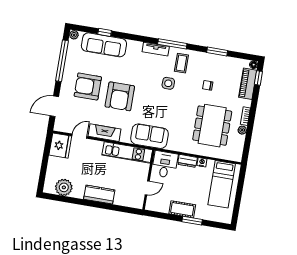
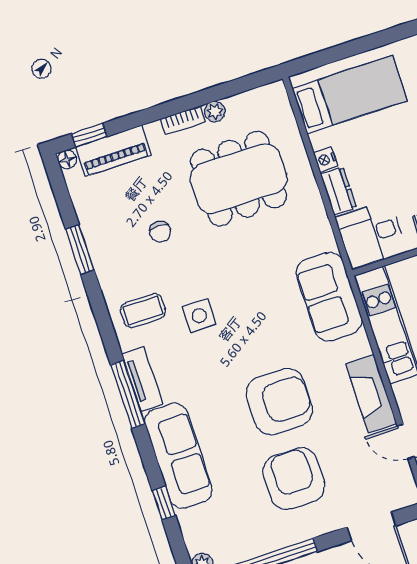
window: (172, 44) -> (128, 394), moved
sofa: (104, 45) -> (178, 456), moved
armchair: (88, 87) -> (294, 479), turned 180

